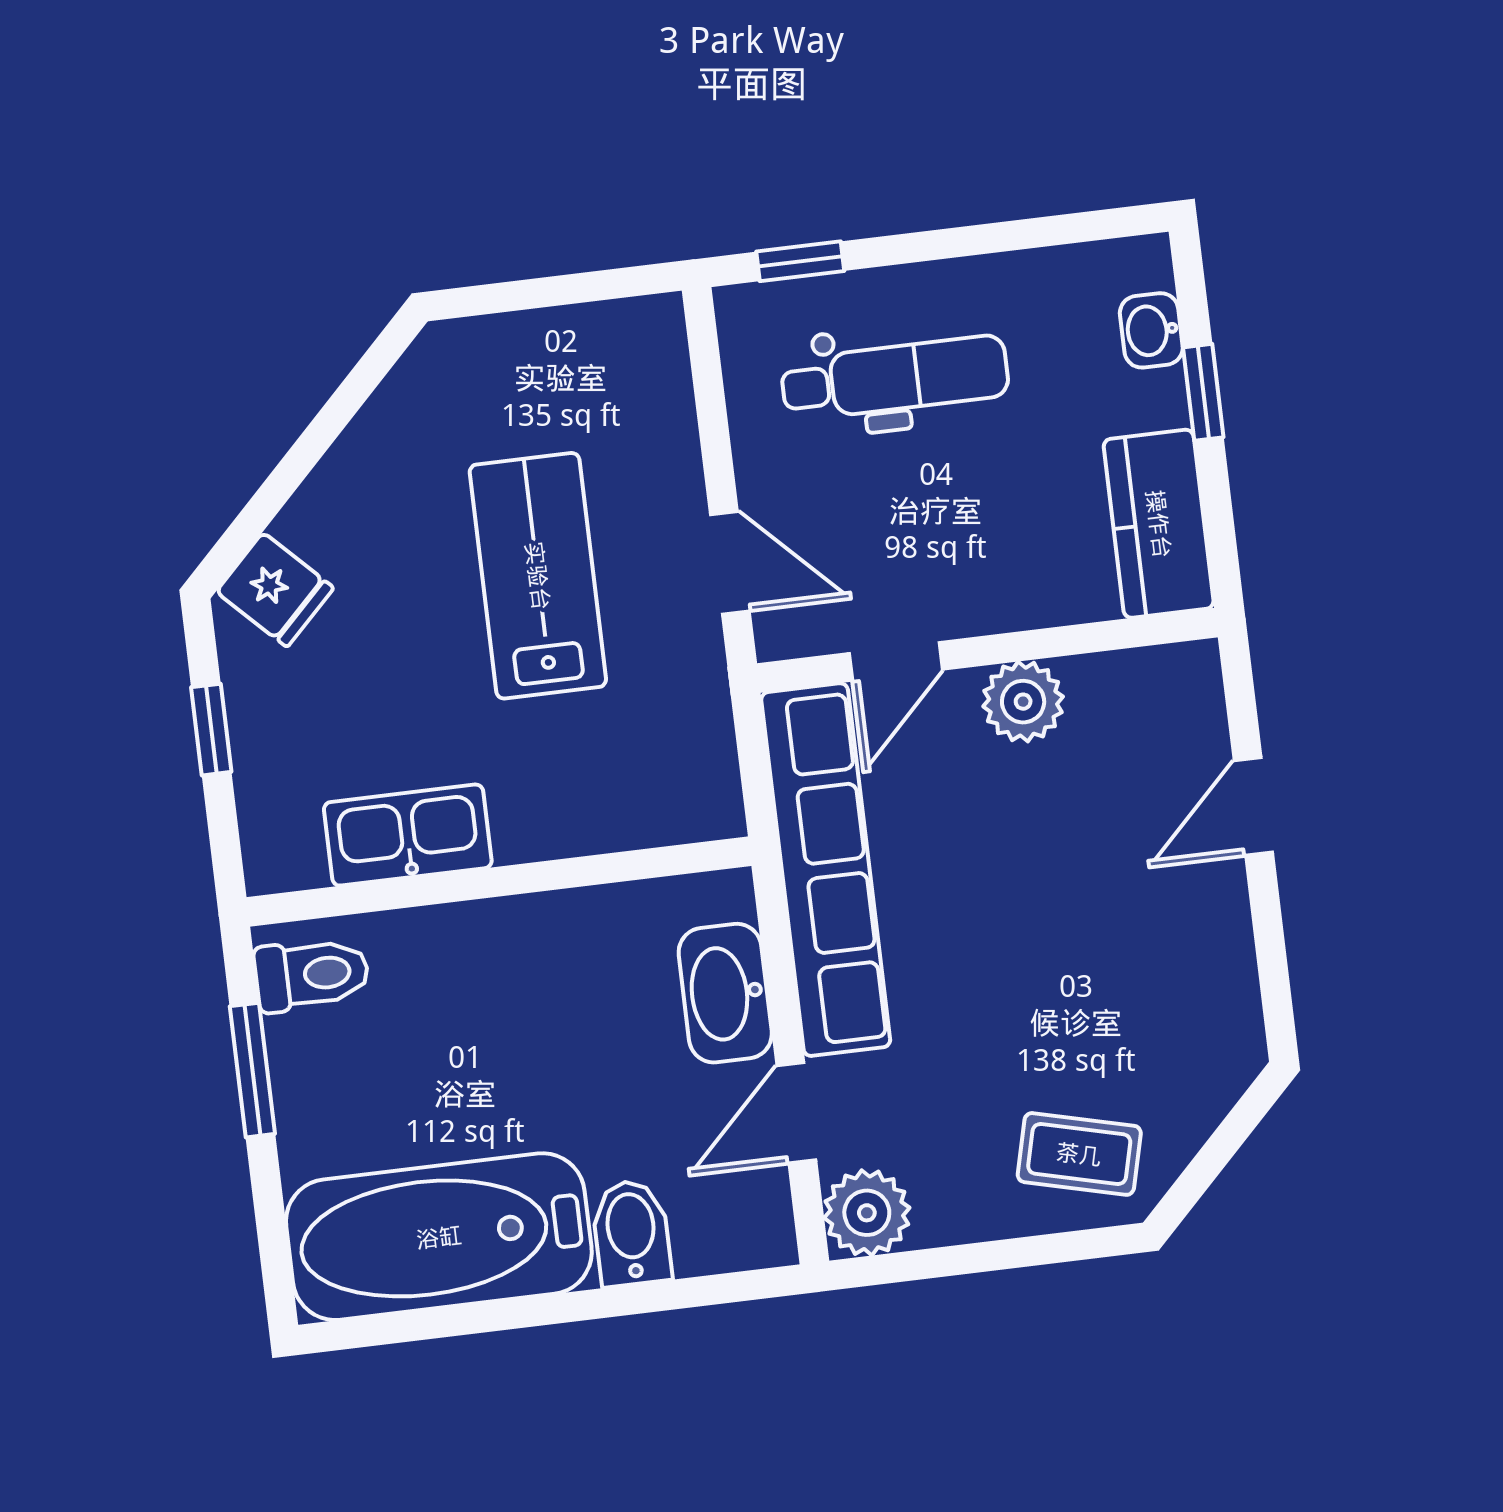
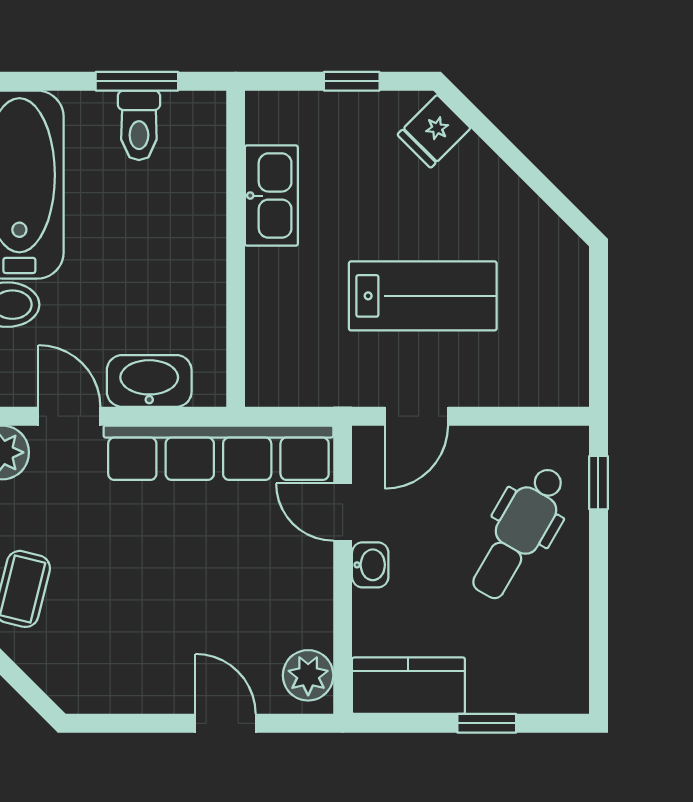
washbasin: (1151, 330) -> (370, 565), moved, turned 90
dental chair: (895, 378) -> (519, 533), turned 30
plant: (1023, 702) -> (308, 675), moved
toilet: (312, 974) -> (139, 125), moved

